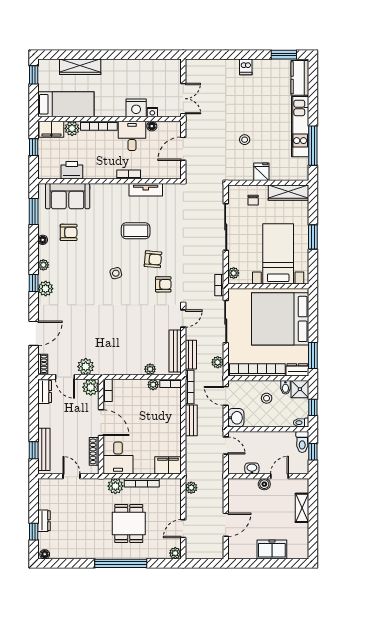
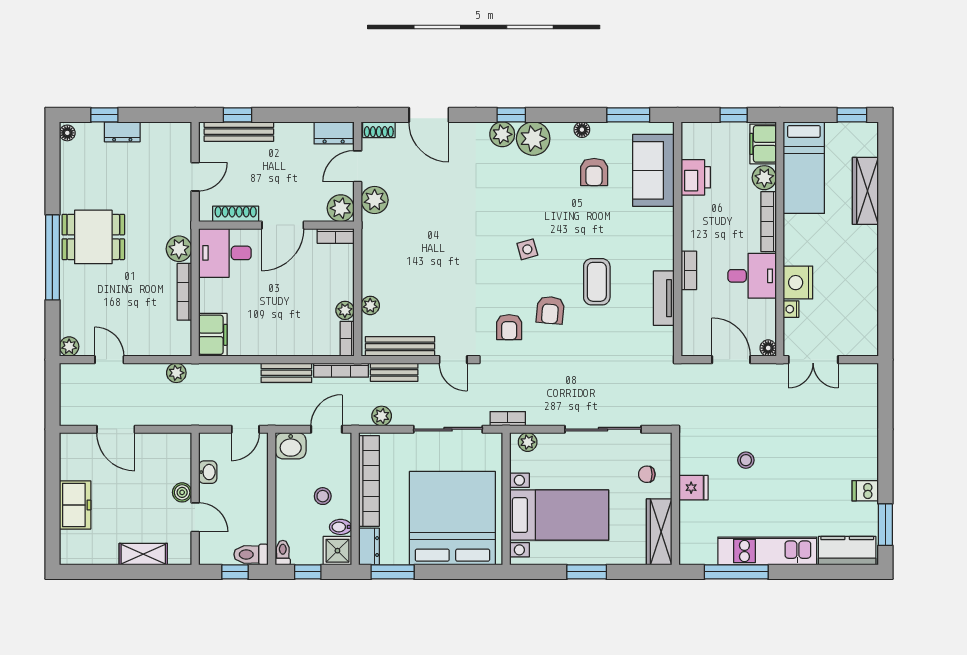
dishwasher: (246, 67) -> (865, 491), moved
floor lamp: (152, 126) -> (768, 348), moved
plant: (43, 265) -> (533, 139), width x1.88, depth x1.88
dining table: (129, 523) -> (93, 237), moved

